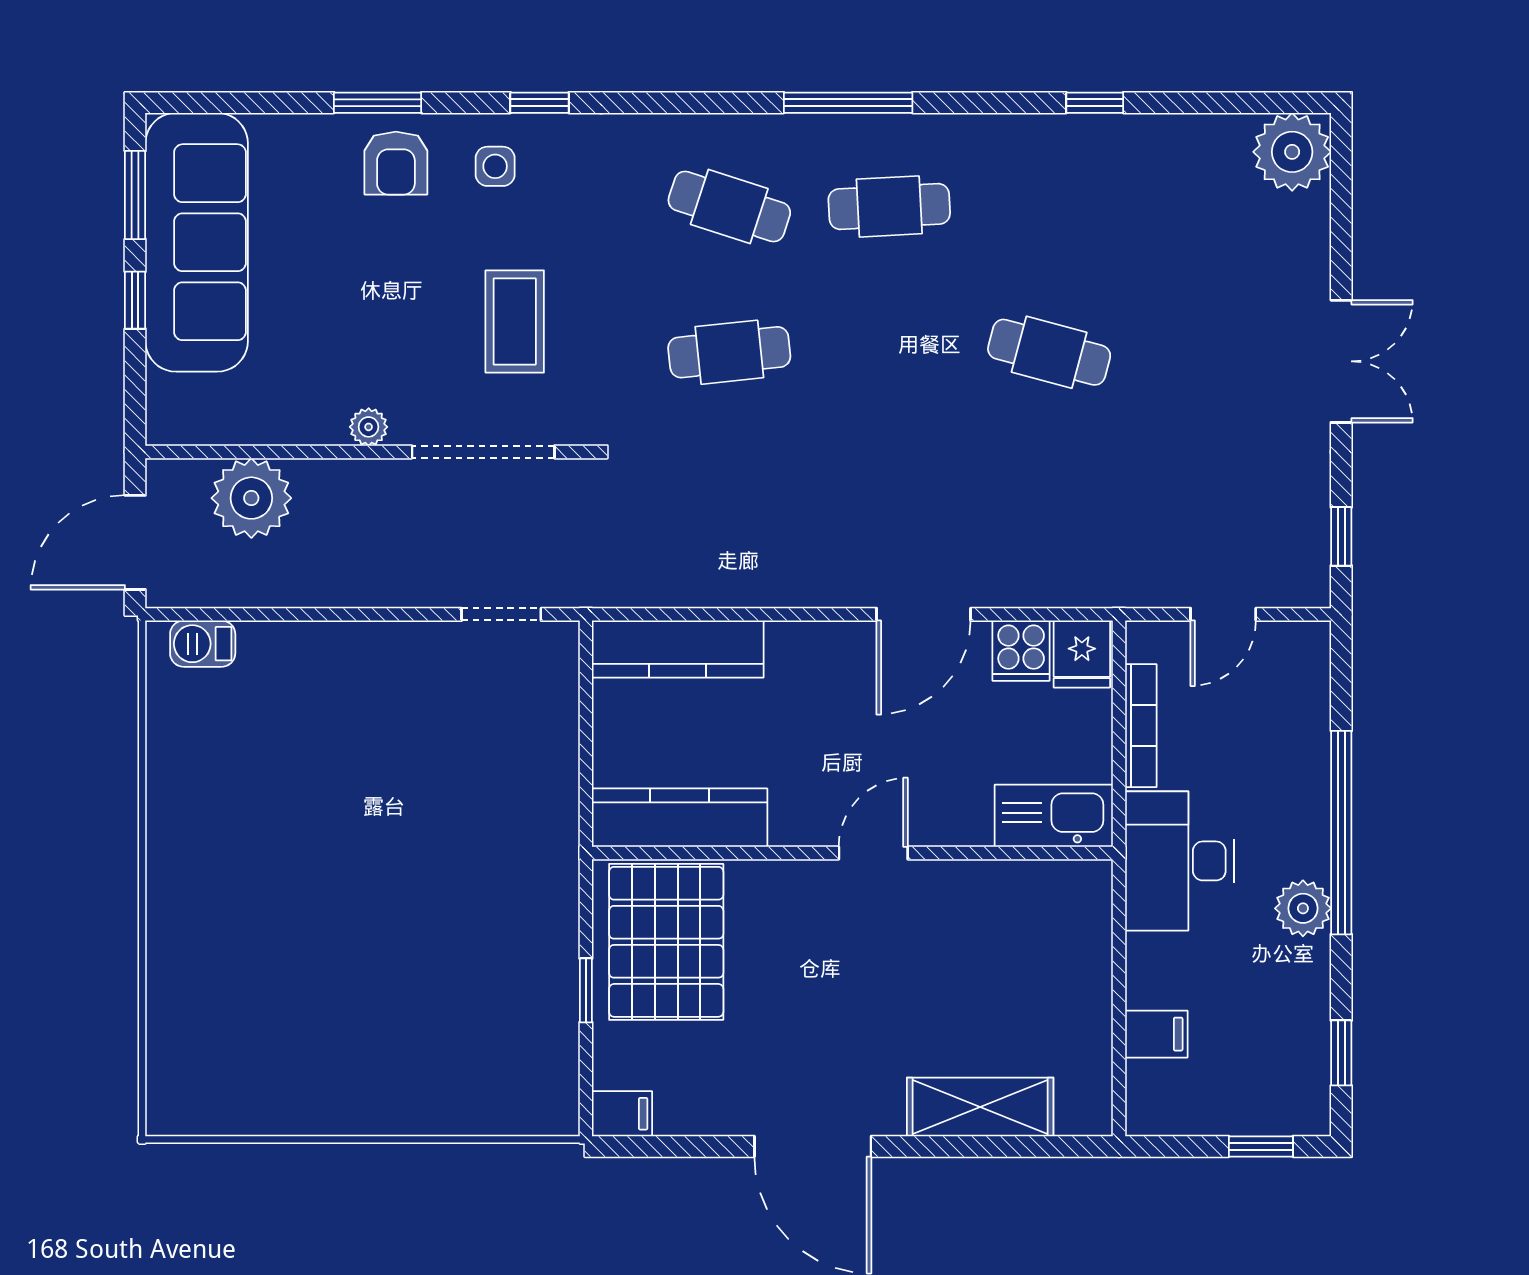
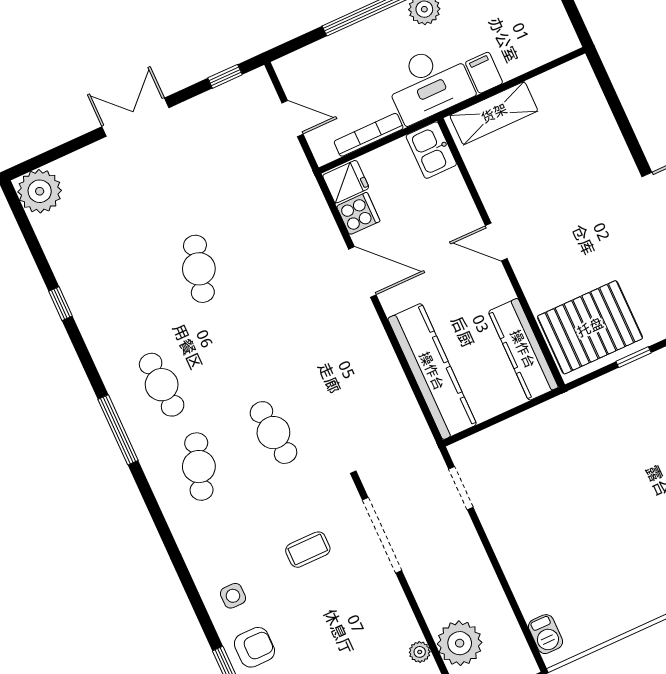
window: (540, 103) -> (190, 588), removed
coffee table: (515, 321) -> (308, 550), width x0.73, depth x0.77
plant: (369, 427) -> (420, 652), moved
kitchen counter: (678, 649) -> (432, 371), width x1.39, depth x1.17
kitchen sink: (1054, 816) -> (431, 150), width x0.73
filing cabinet: (1156, 1034) -> (484, 73), moved
shelving: (980, 1107) -> (494, 113), moved, turned 90

